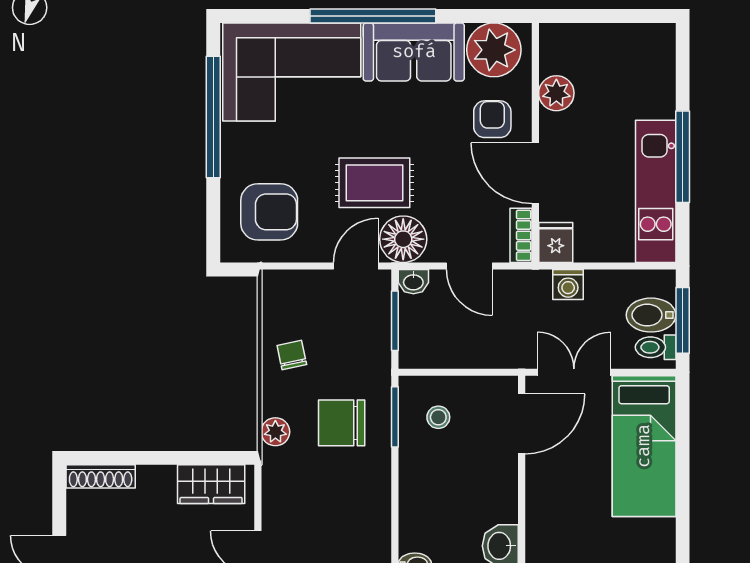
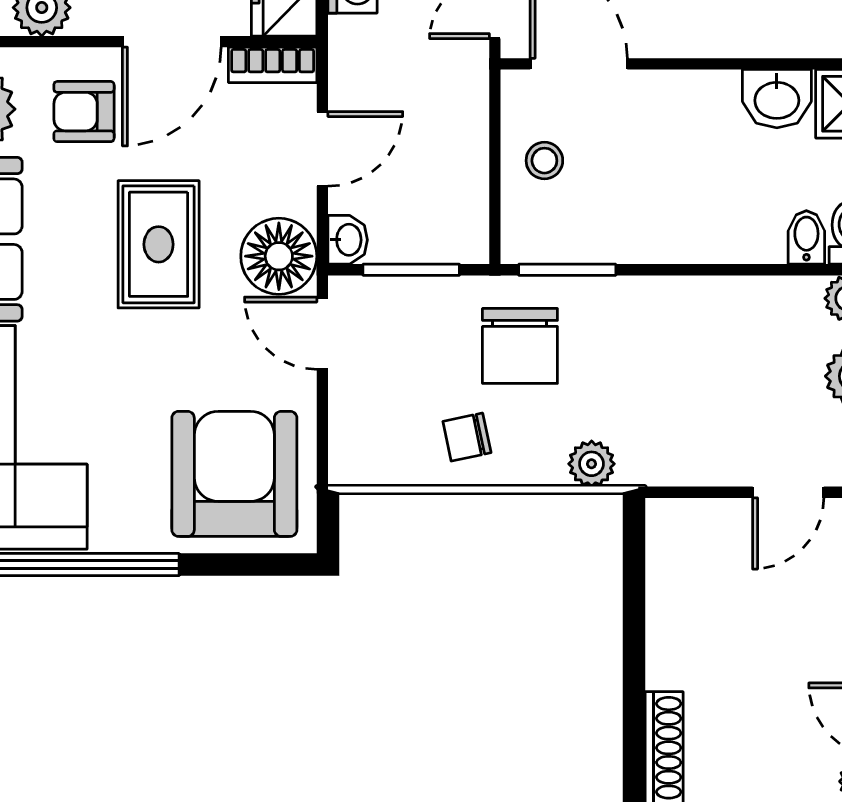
rug: (374, 183) -> (159, 244), moved
armchair: (269, 212) -> (234, 474), width x1.36, depth x1.36
stool: (438, 417) -> (544, 161), moved
chair: (342, 423) -> (520, 346), moved
wardrobe: (211, 484) -> (677, 568), removed

